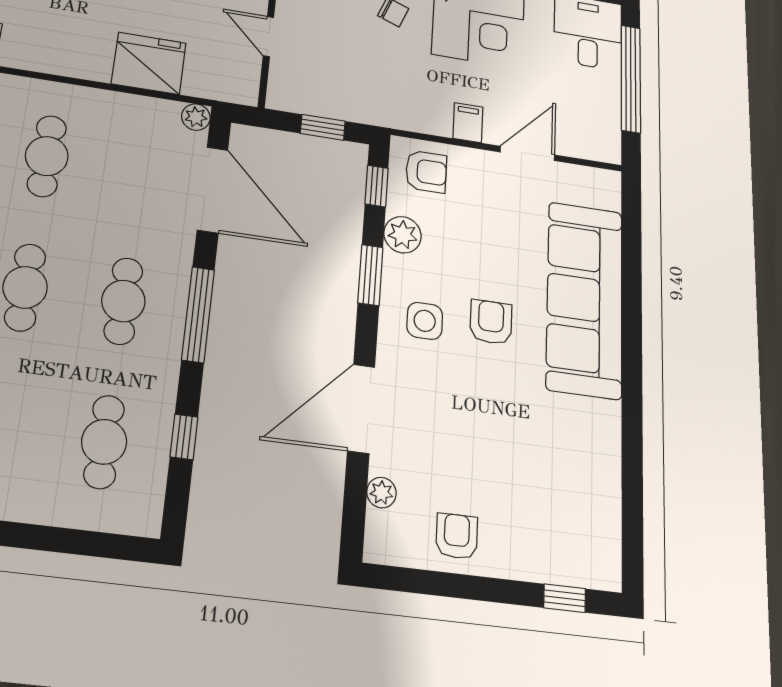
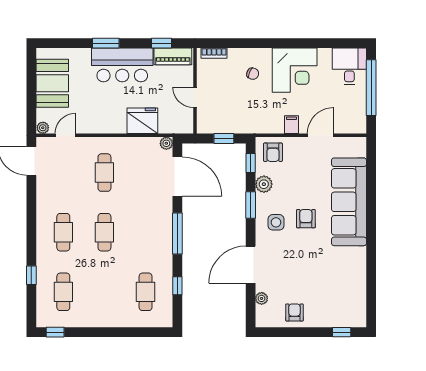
armchair: (426, 172) -> (273, 152), turned 90
cafe table: (123, 301) -> (146, 232), removed

